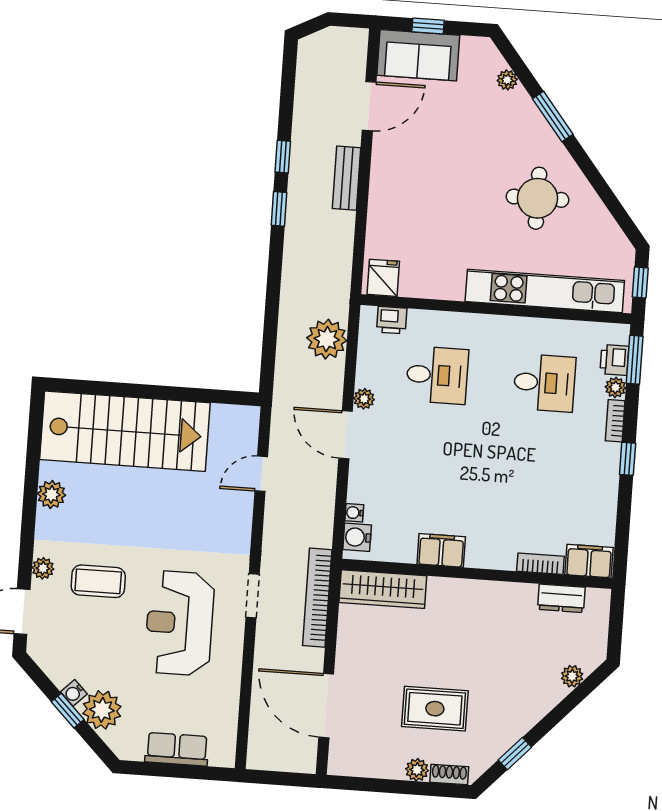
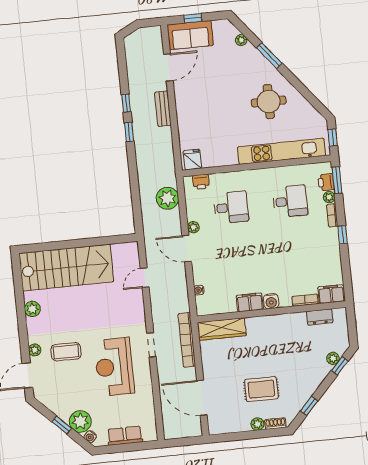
water cooler: (357, 537) -> (271, 301), moved, turned -90
window: (582, 691) -> (340, 366), added
water cooler: (74, 693) -> (90, 437), moved

